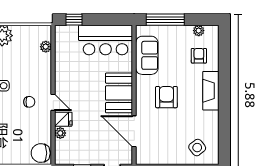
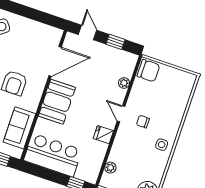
fridge: (63, 119) -> (103, 135), moved
door: (134, 131) -> (55, 61), hinge flipped

